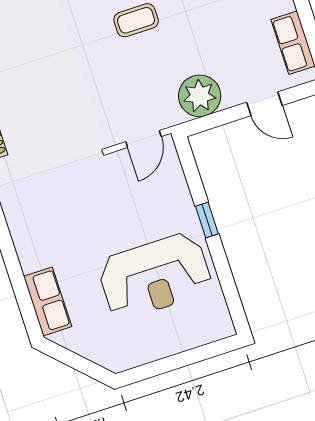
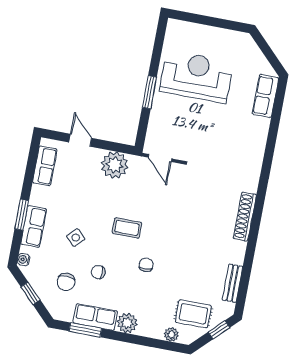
door: (143, 139) -> (160, 158), swing flipped
window: (207, 220) -> (149, 92), width x1.50

